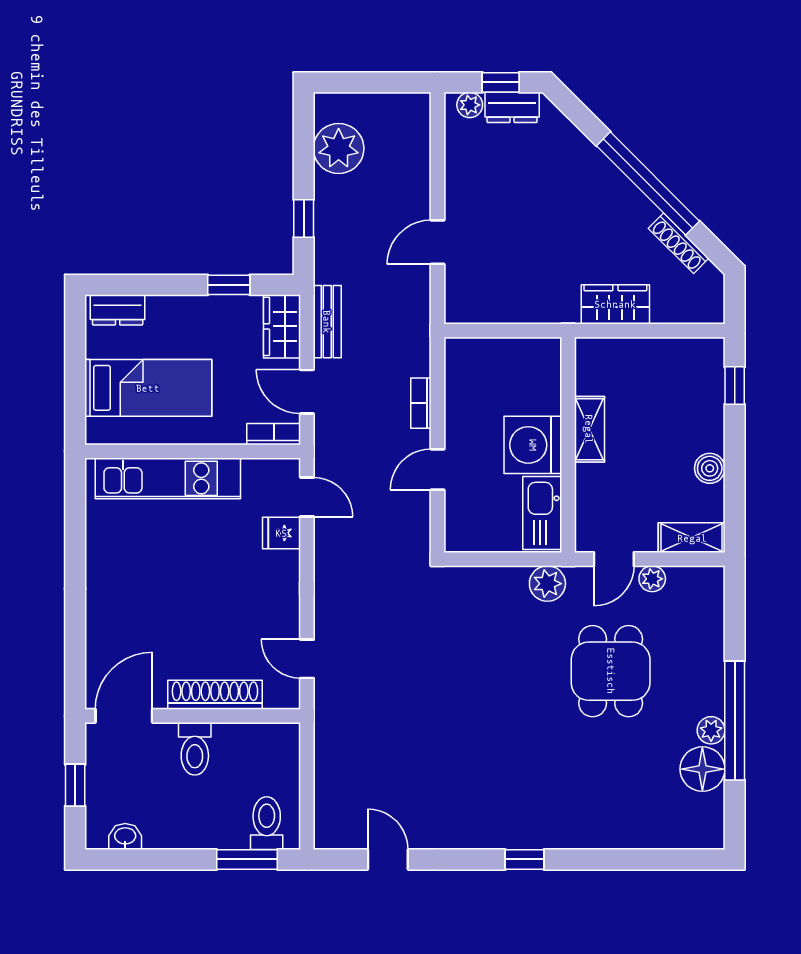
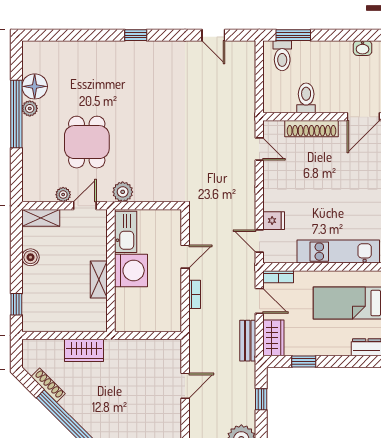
toilet: (195, 749) -> (306, 98), moved

